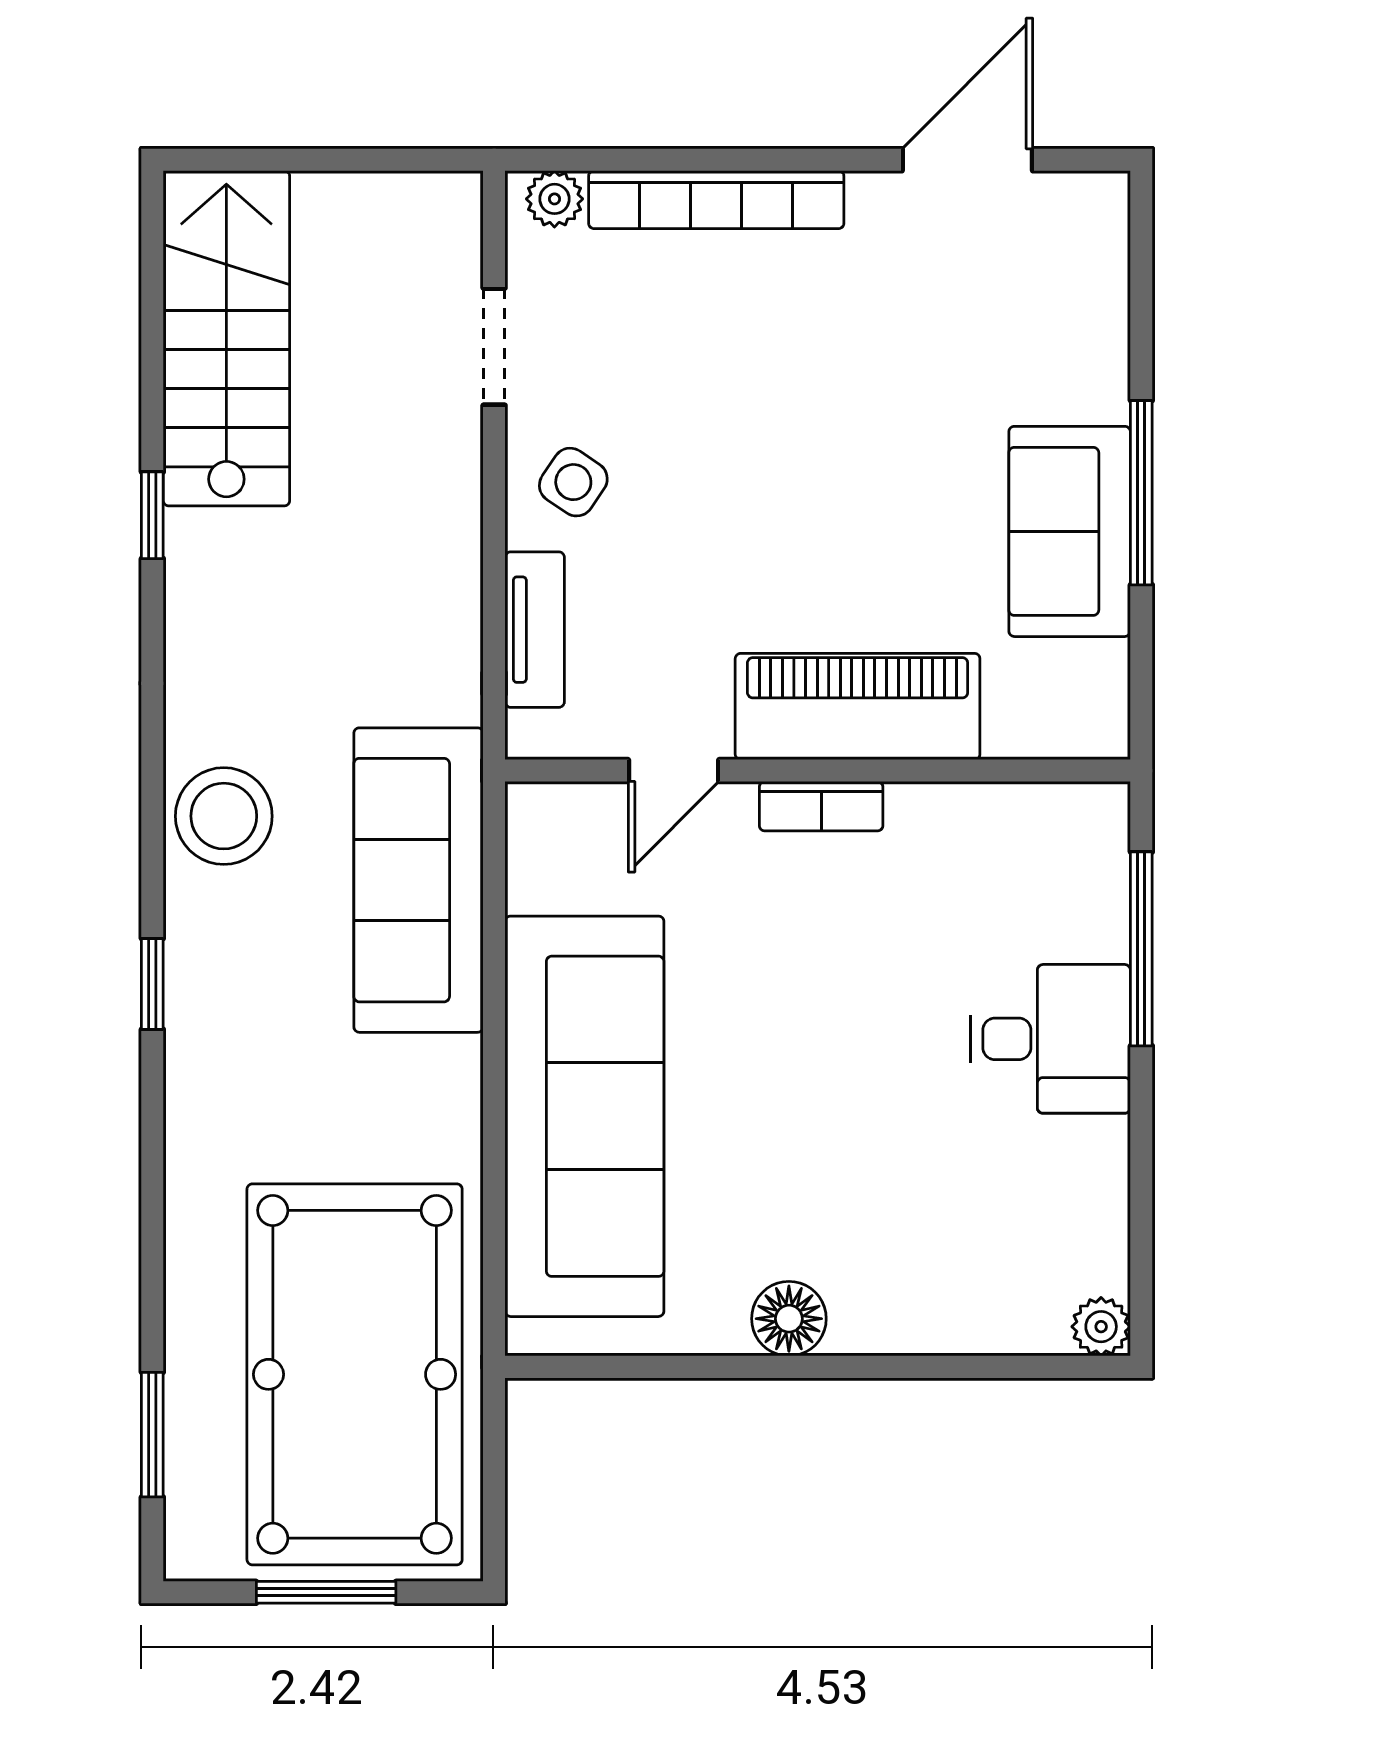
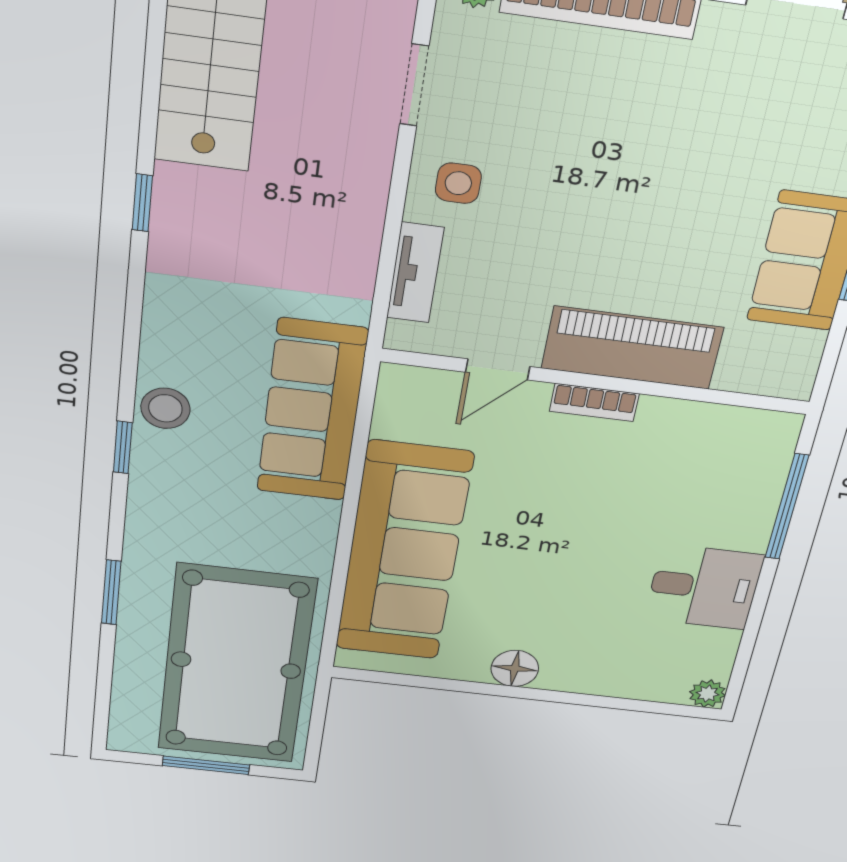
side table: (573, 482) -> (458, 183), turned -34
window: (152, 515) -> (142, 203), moved
stool: (224, 816) -> (165, 408), moved, width x0.73, depth x0.73
desk: (1050, 1039) -> (704, 587), moved
window: (152, 1435) -> (111, 592), moved

